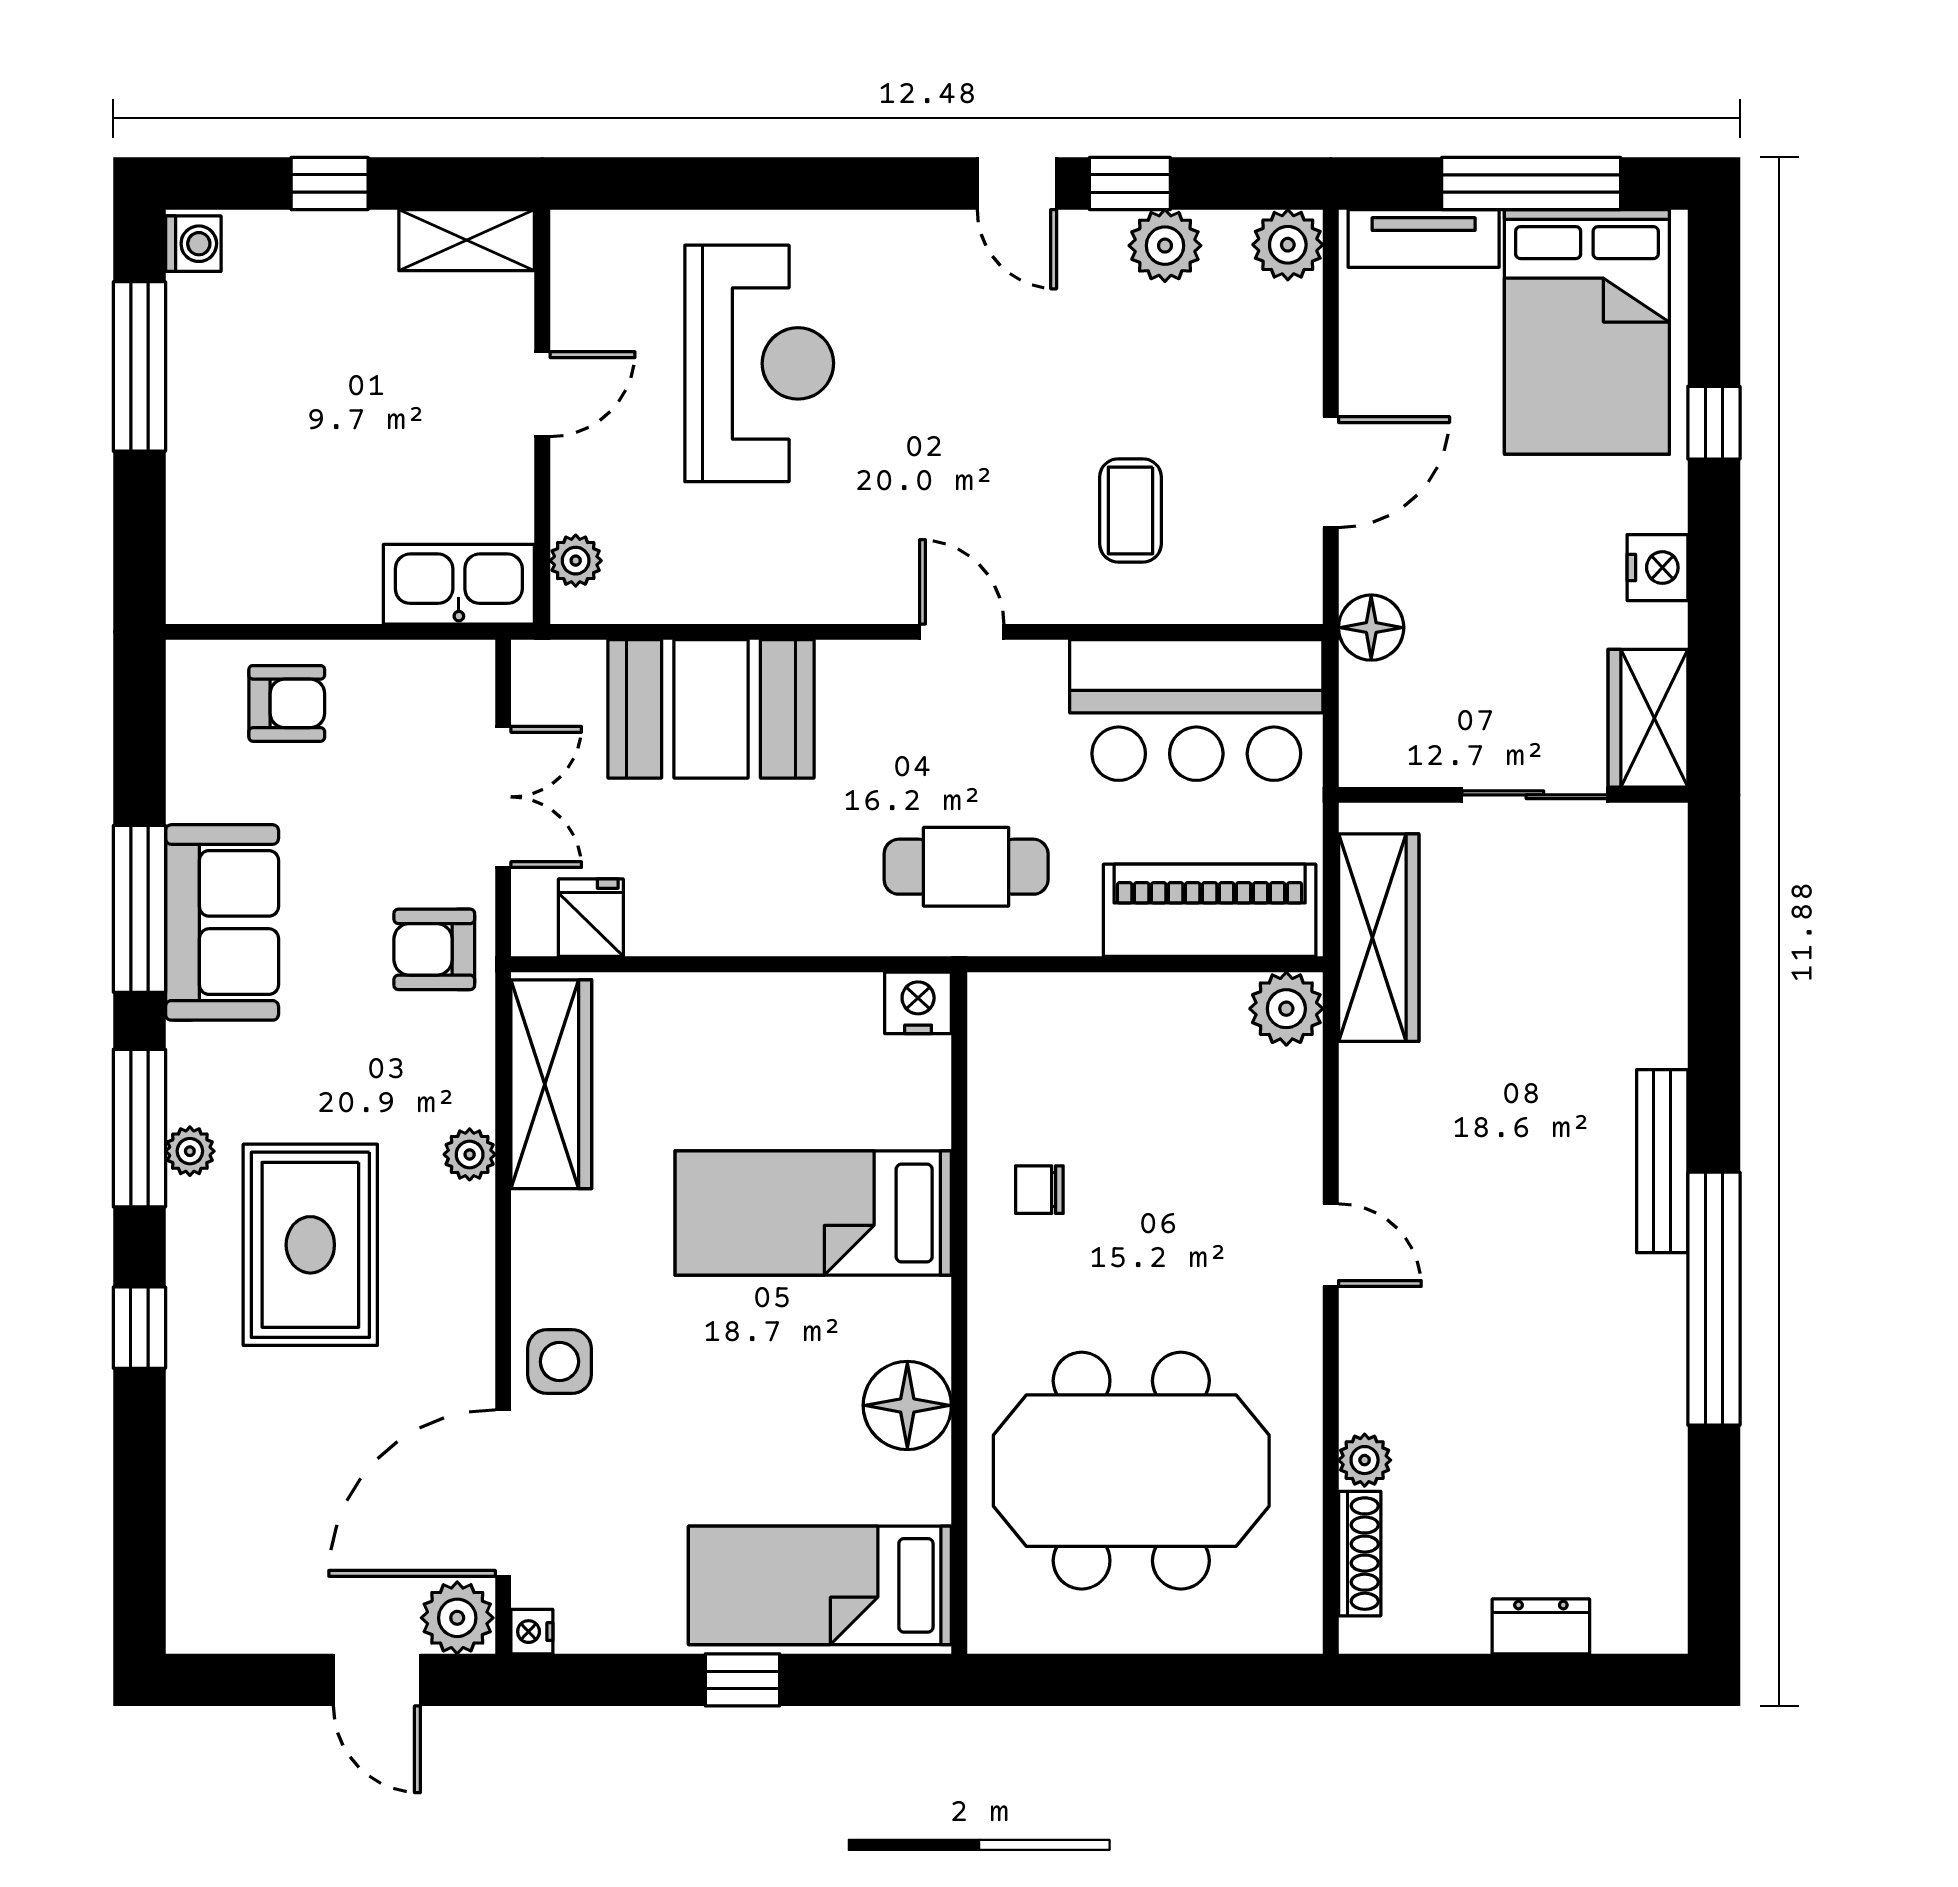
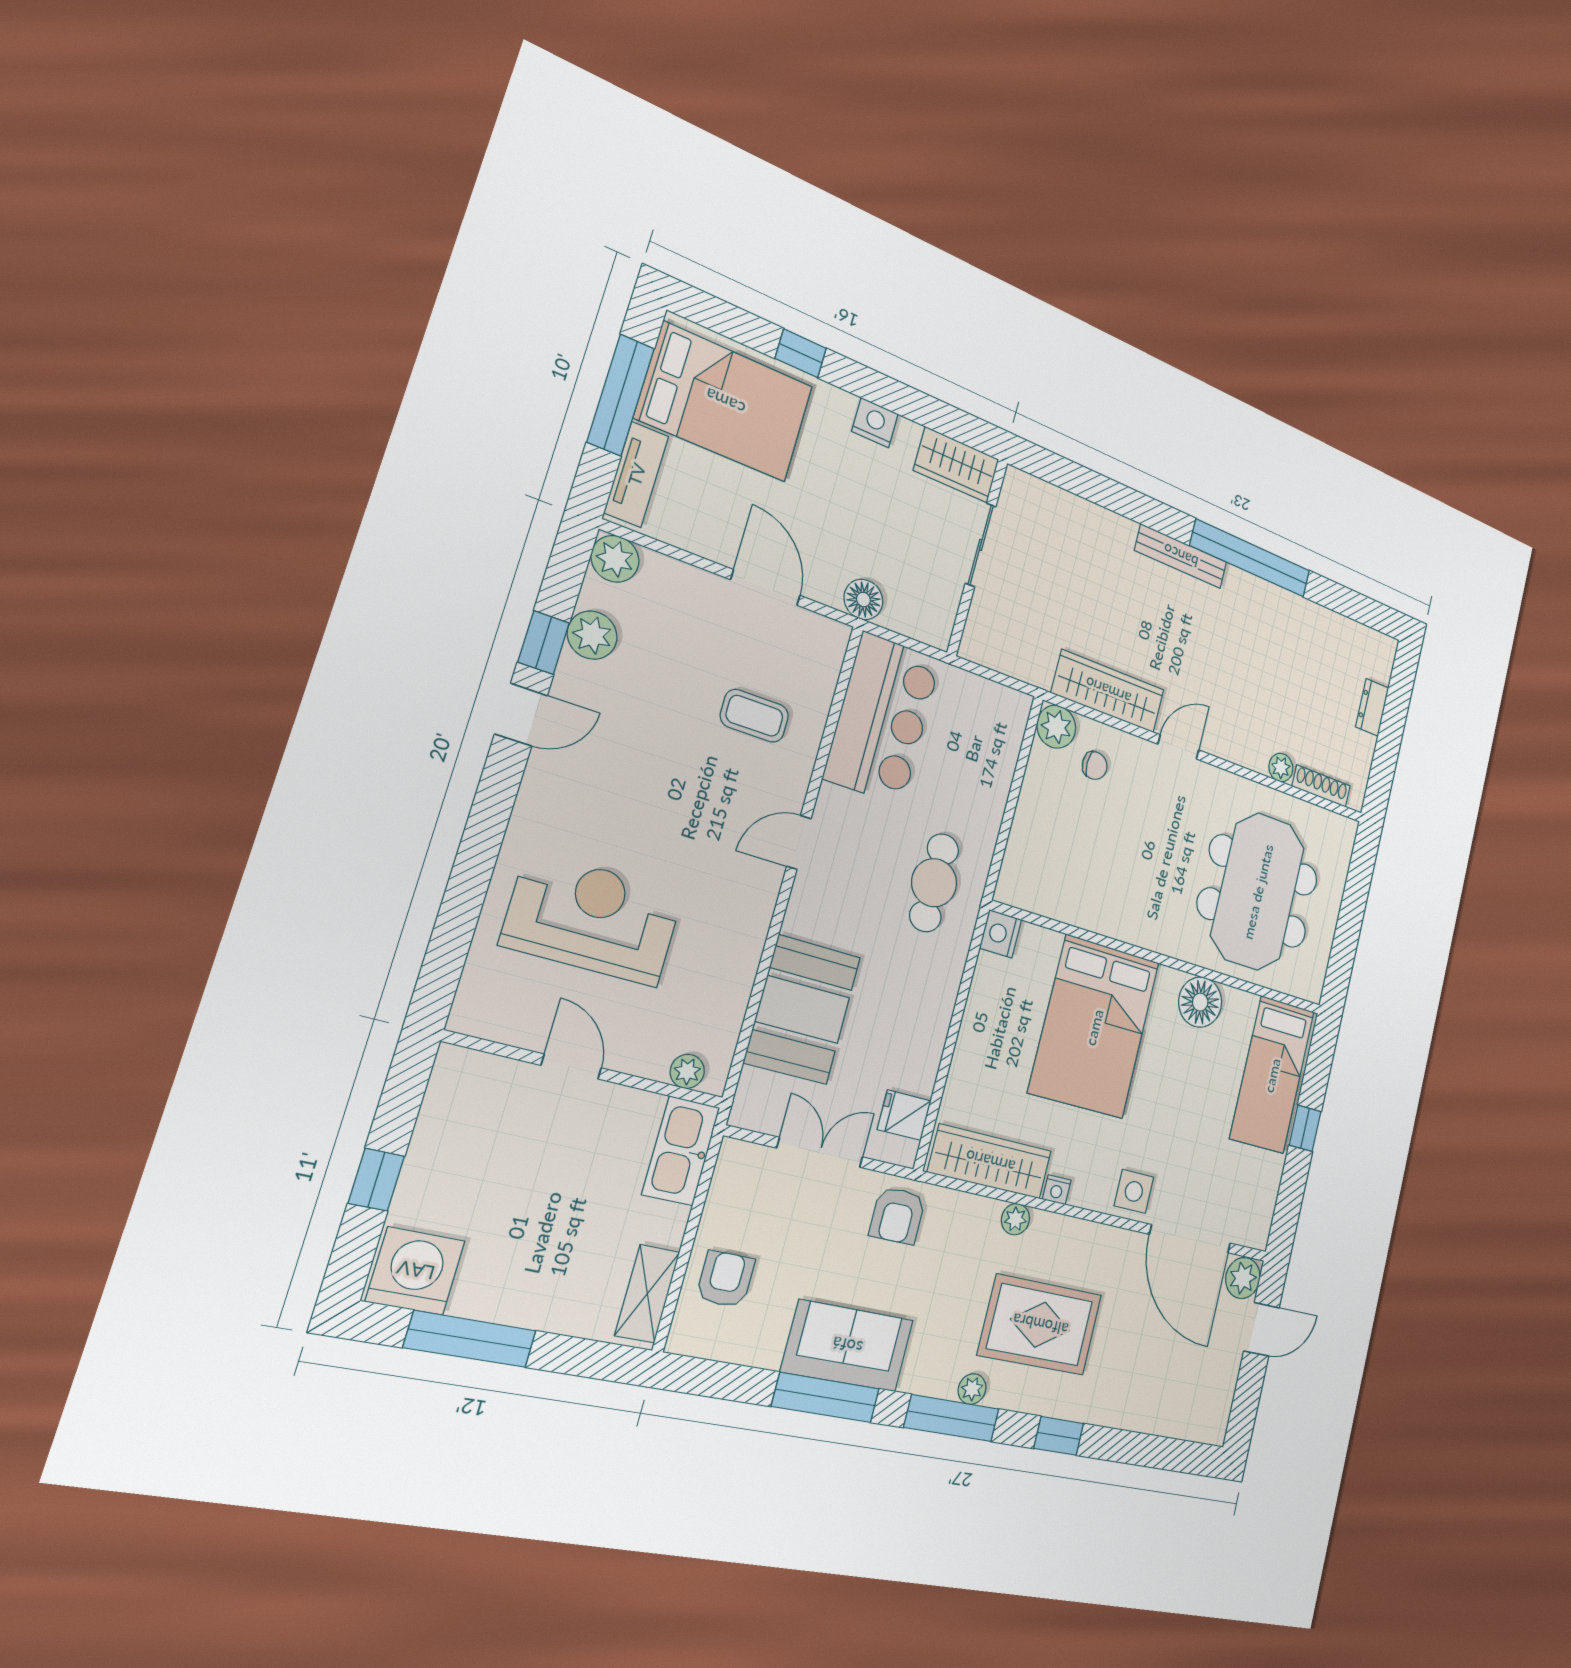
shelving: (467, 240) -> (647, 1294), moved
washing machine: (193, 244) -> (415, 1271), width x1.89, depth x1.89
piano: (1210, 910) -> (994, 751), removed
wardrobe: (1379, 938) -> (1108, 691), moved
chair: (1039, 1190) -> (1095, 766), moved, turned -90
bed: (813, 1213) -> (1094, 1027), width x1.50
nightstand: (532, 1632) -> (1057, 1190), moved

